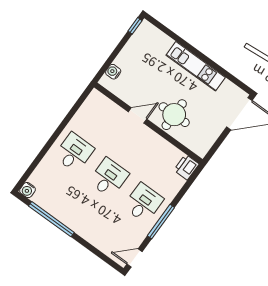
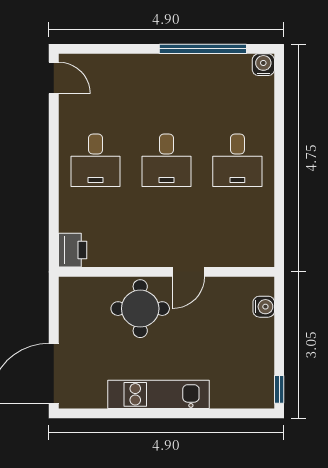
window: (161, 222) -> (54, 152), removed
door: (135, 258) -> (54, 78), hinge flipped

